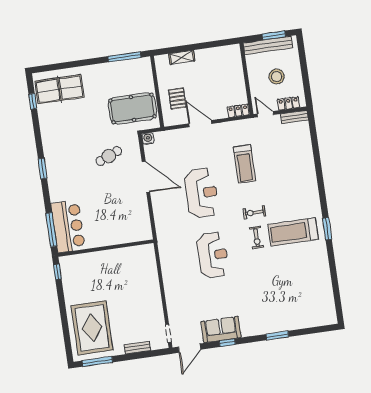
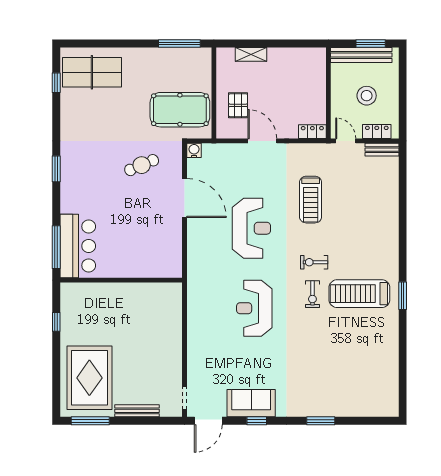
reception desk: (213, 255) -> (254, 308), turned 180
window: (57, 272) -> (56, 322), moved
bench: (137, 348) -> (137, 411), width x1.36

